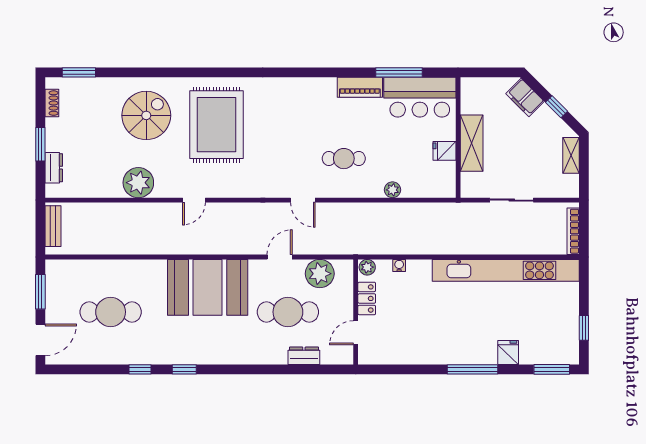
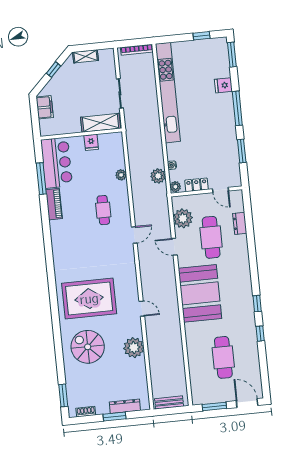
filing cabinet: (525, 98) -> (45, 107), moved, turned -45
shelving: (472, 143) -> (101, 123), moved
dresser: (54, 168) -> (125, 406), width x1.44
plant: (385, 244) -> (158, 176), added
window: (409, 369) -> (242, 151), added

